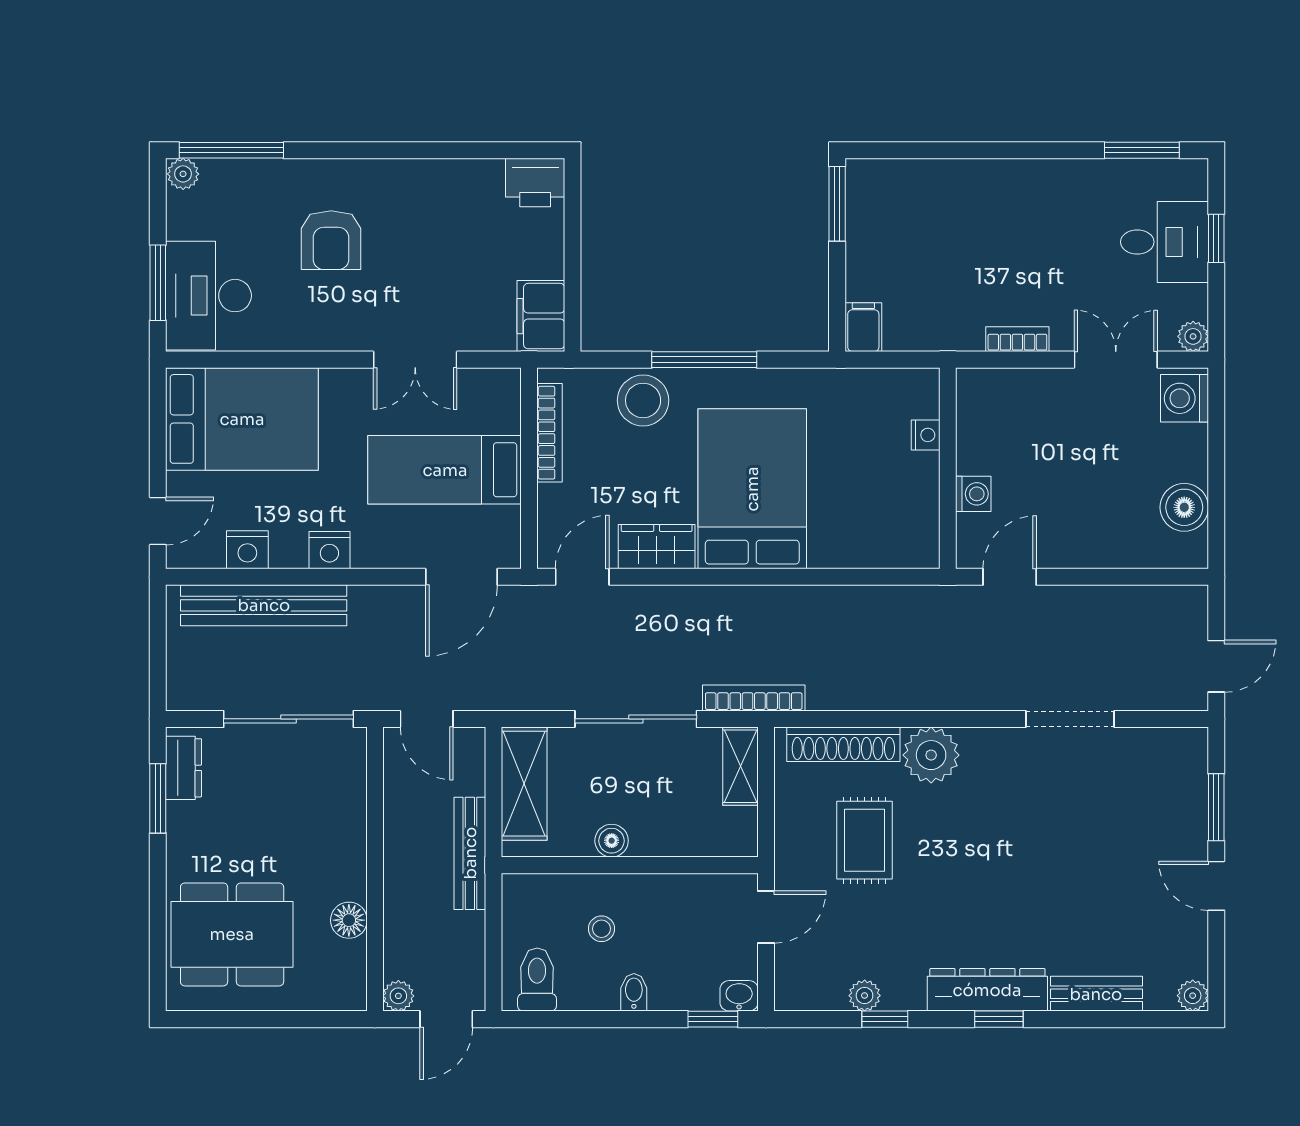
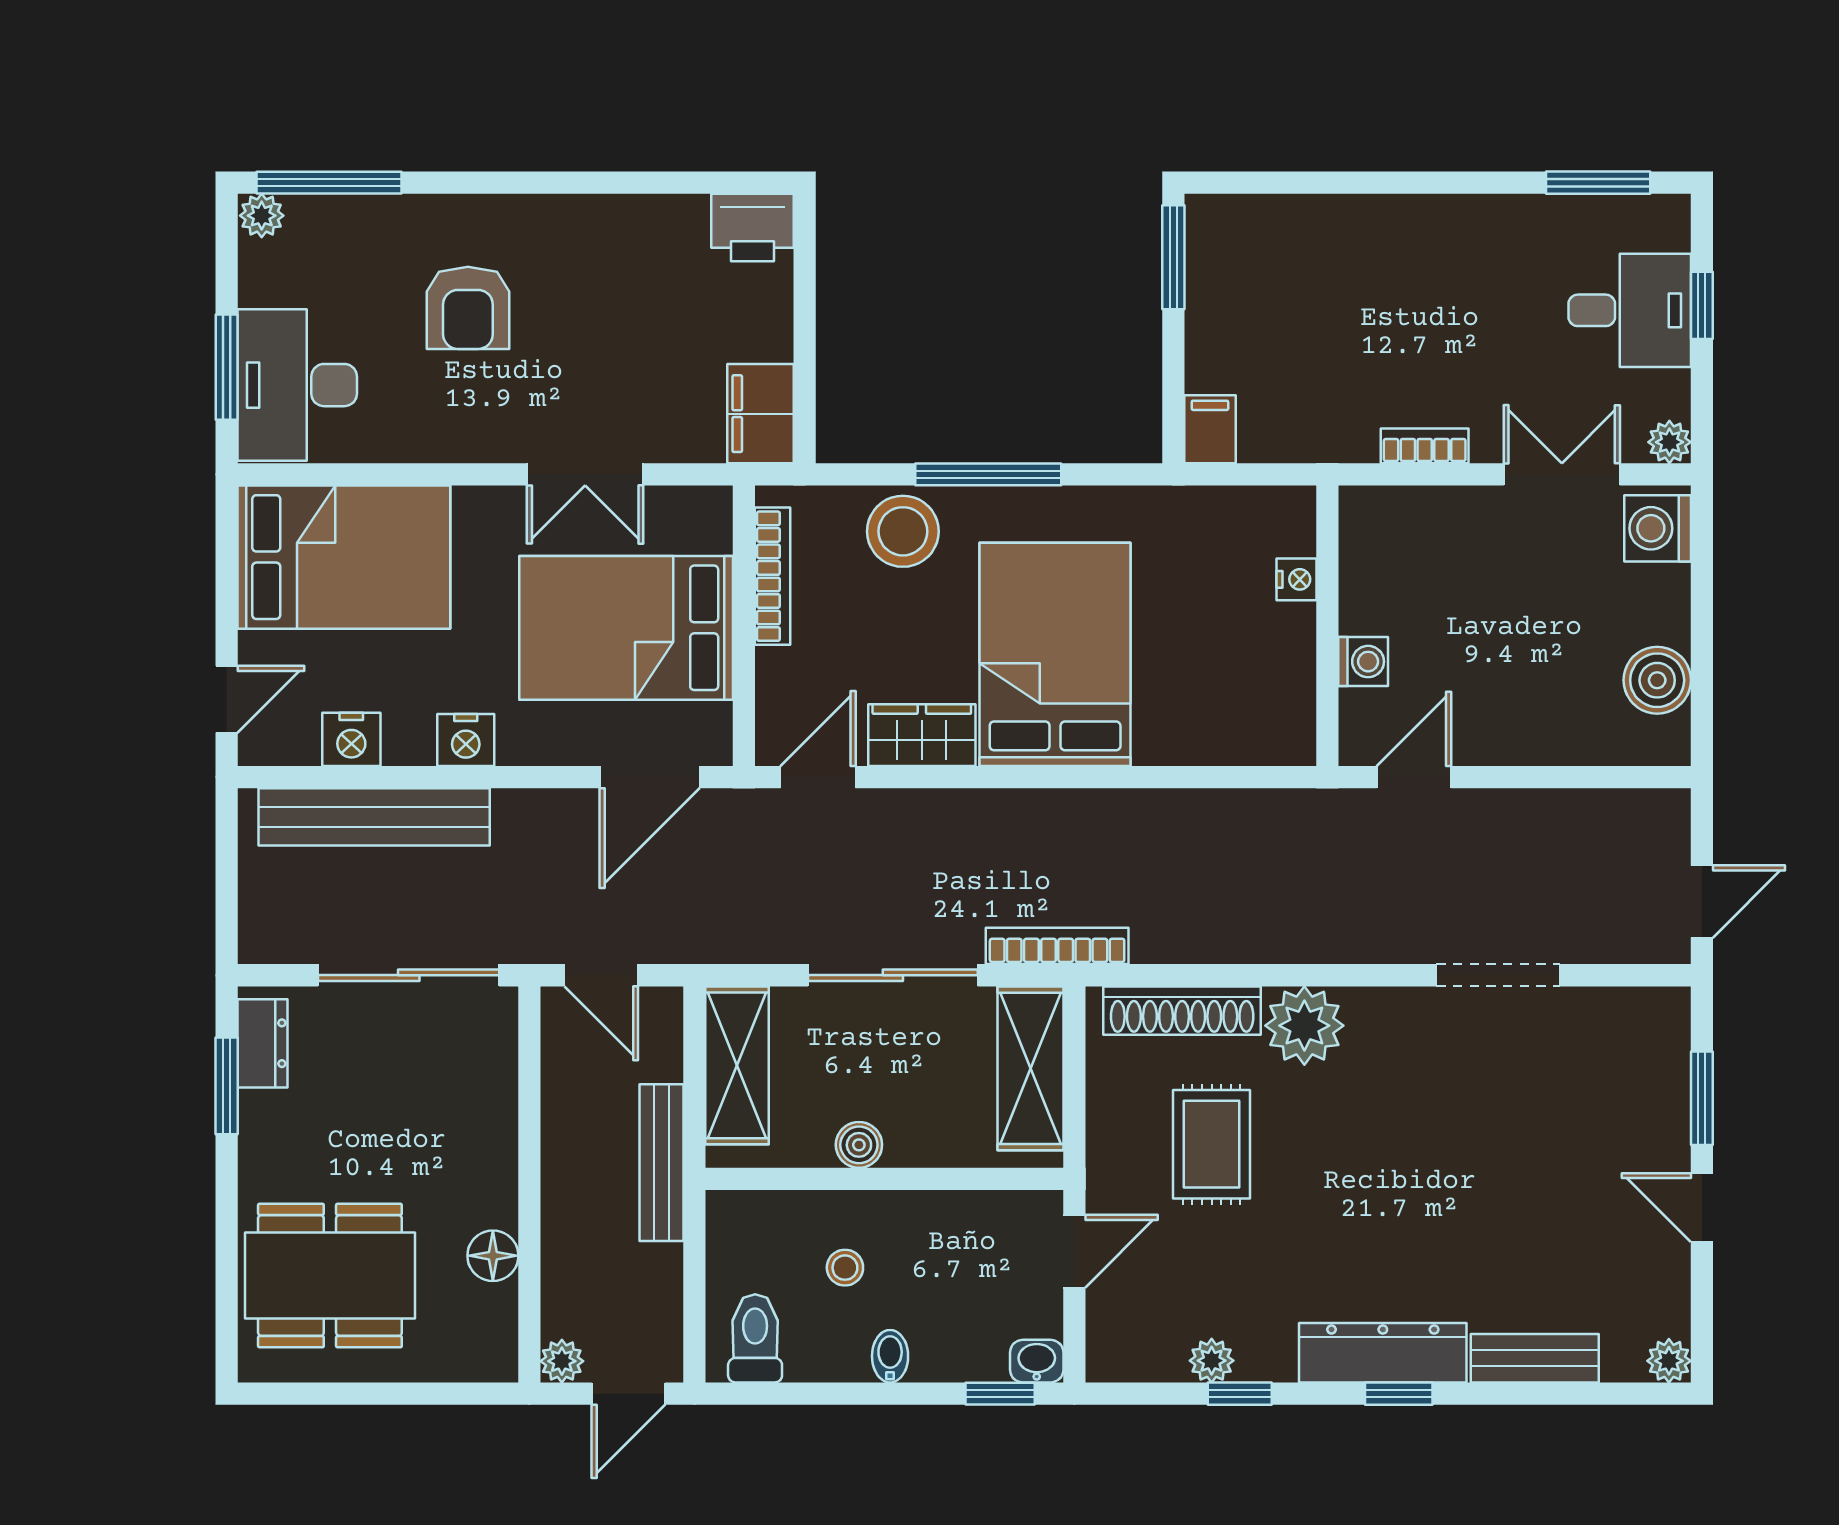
bed: (445, 470) -> (626, 628), width x1.50
shelving: (740, 766) -> (1030, 1068), width x1.50, depth x1.33

